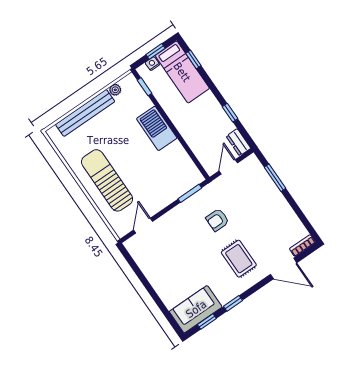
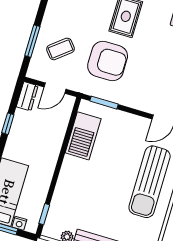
barbecue: (157, 128) -> (83, 136), moved
coffee table: (253, 193) -> (60, 49), added
armchair: (217, 220) -> (108, 61), width x1.88, depth x1.88

